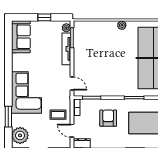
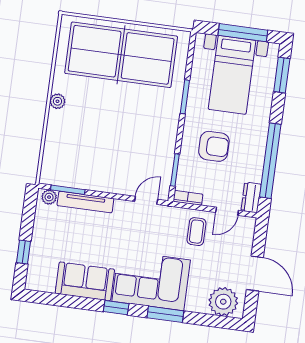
window: (44, 17) -> (24, 252), moved
sofa: (21, 37) -> (85, 281), moved
window: (8, 75) -> (116, 308), added
window: (8, 117) -> (165, 314), moved
armchair: (108, 118) -> (214, 146), turned 180

